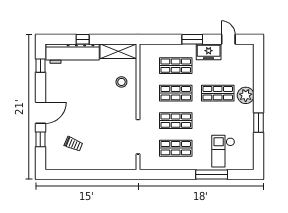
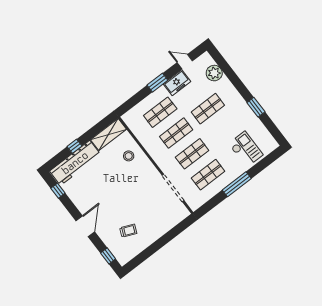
plant: (246, 95) -> (214, 73), moved
window: (40, 139) -> (108, 256), moved
checkout: (223, 151) -> (246, 149), turned 180
window: (212, 175) -> (237, 184), moved

